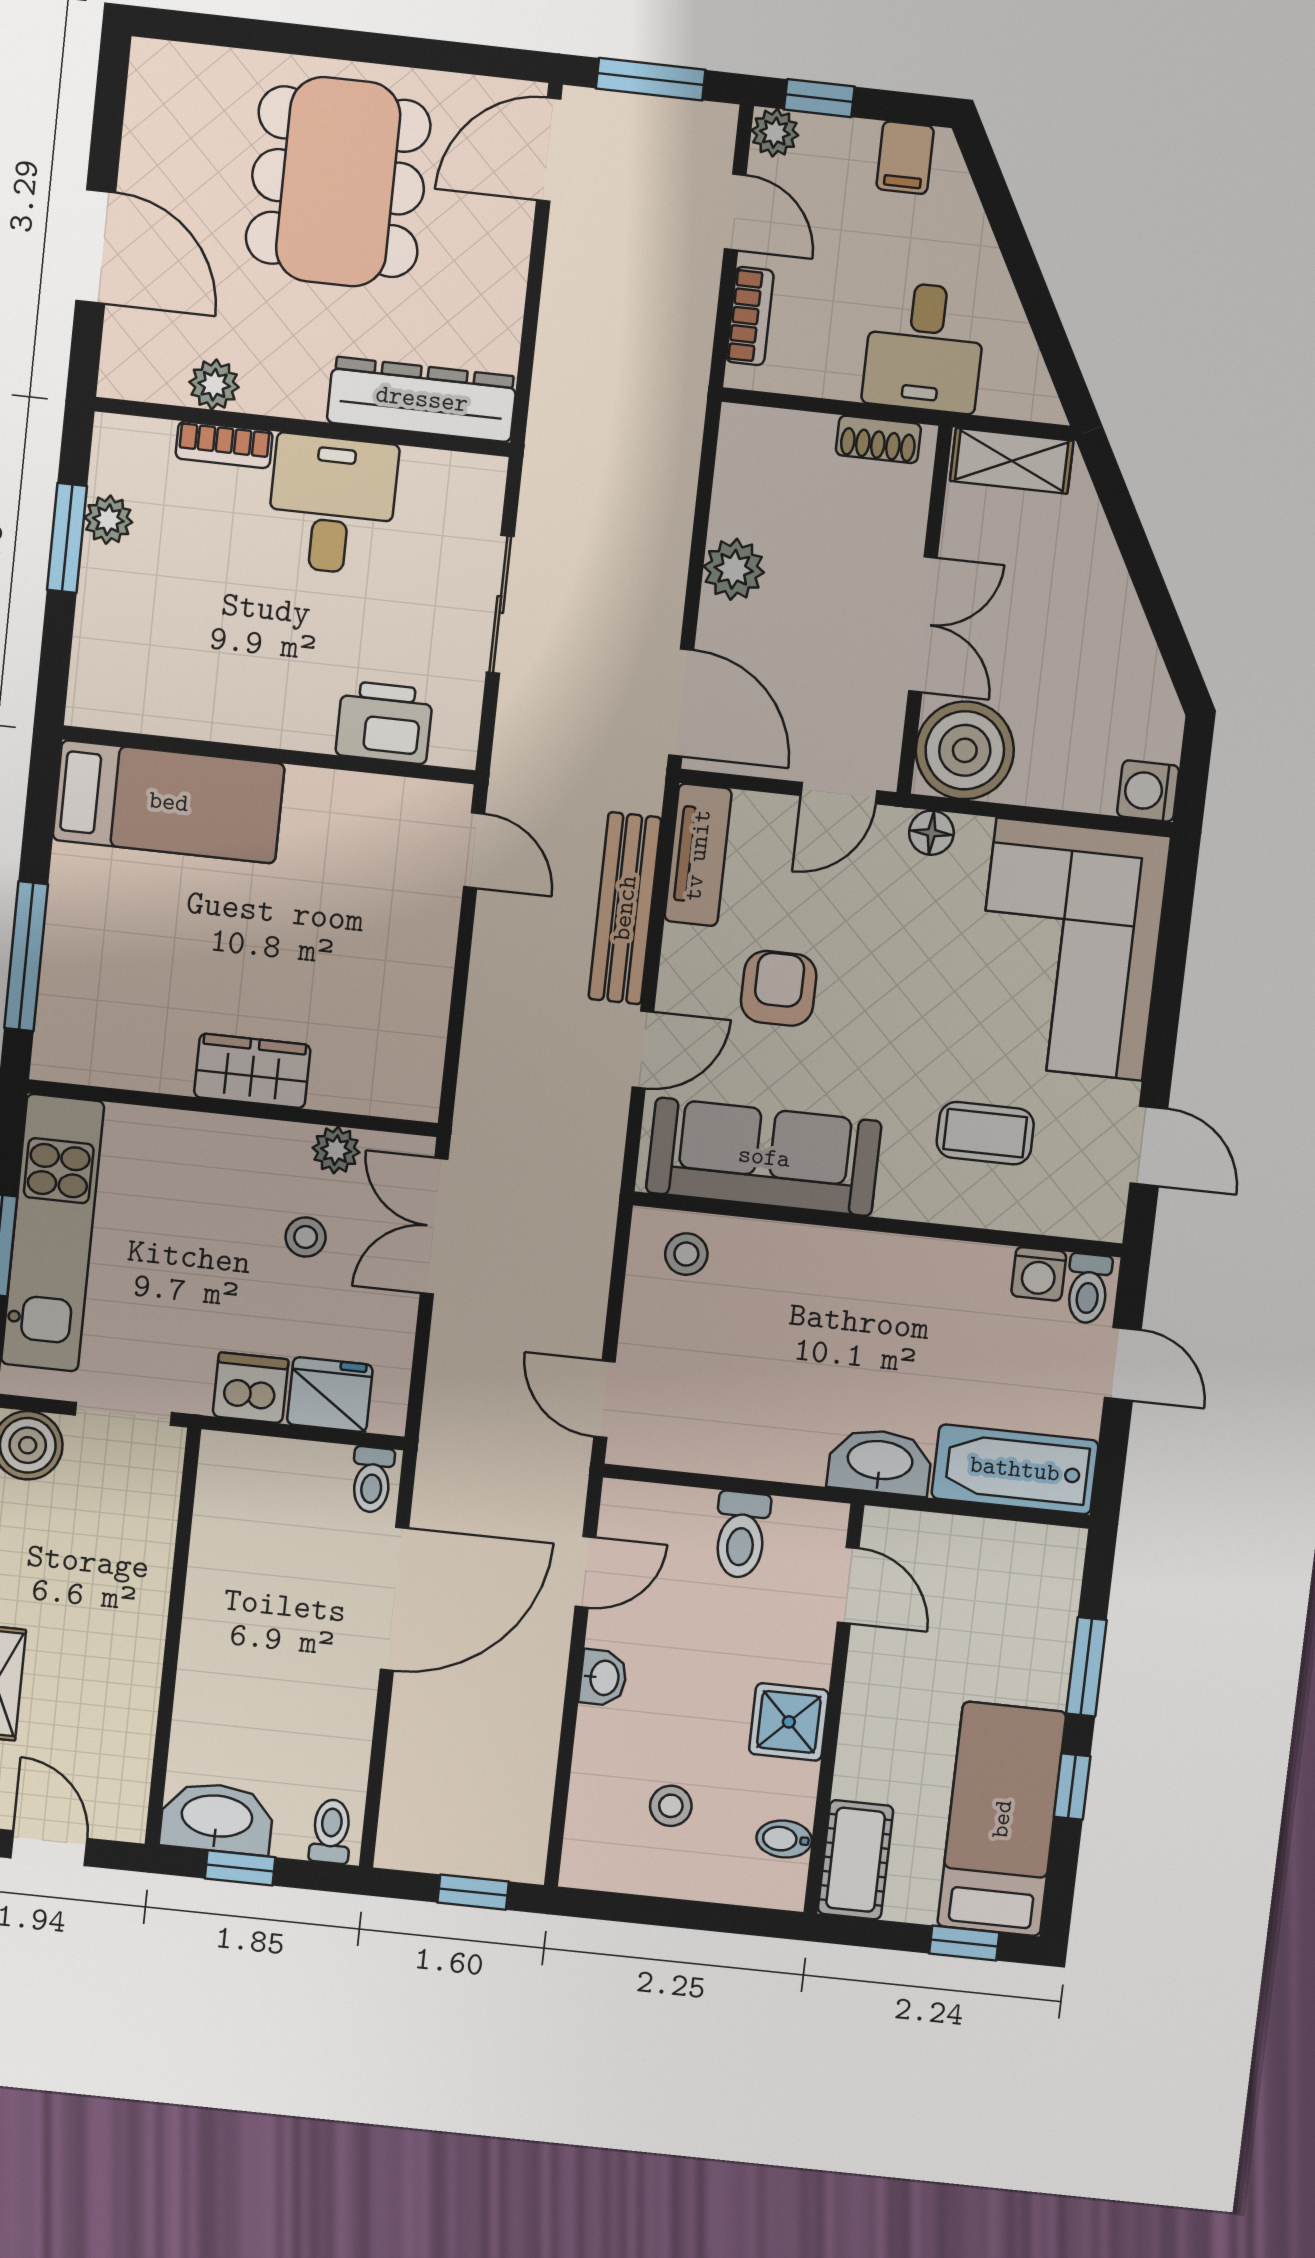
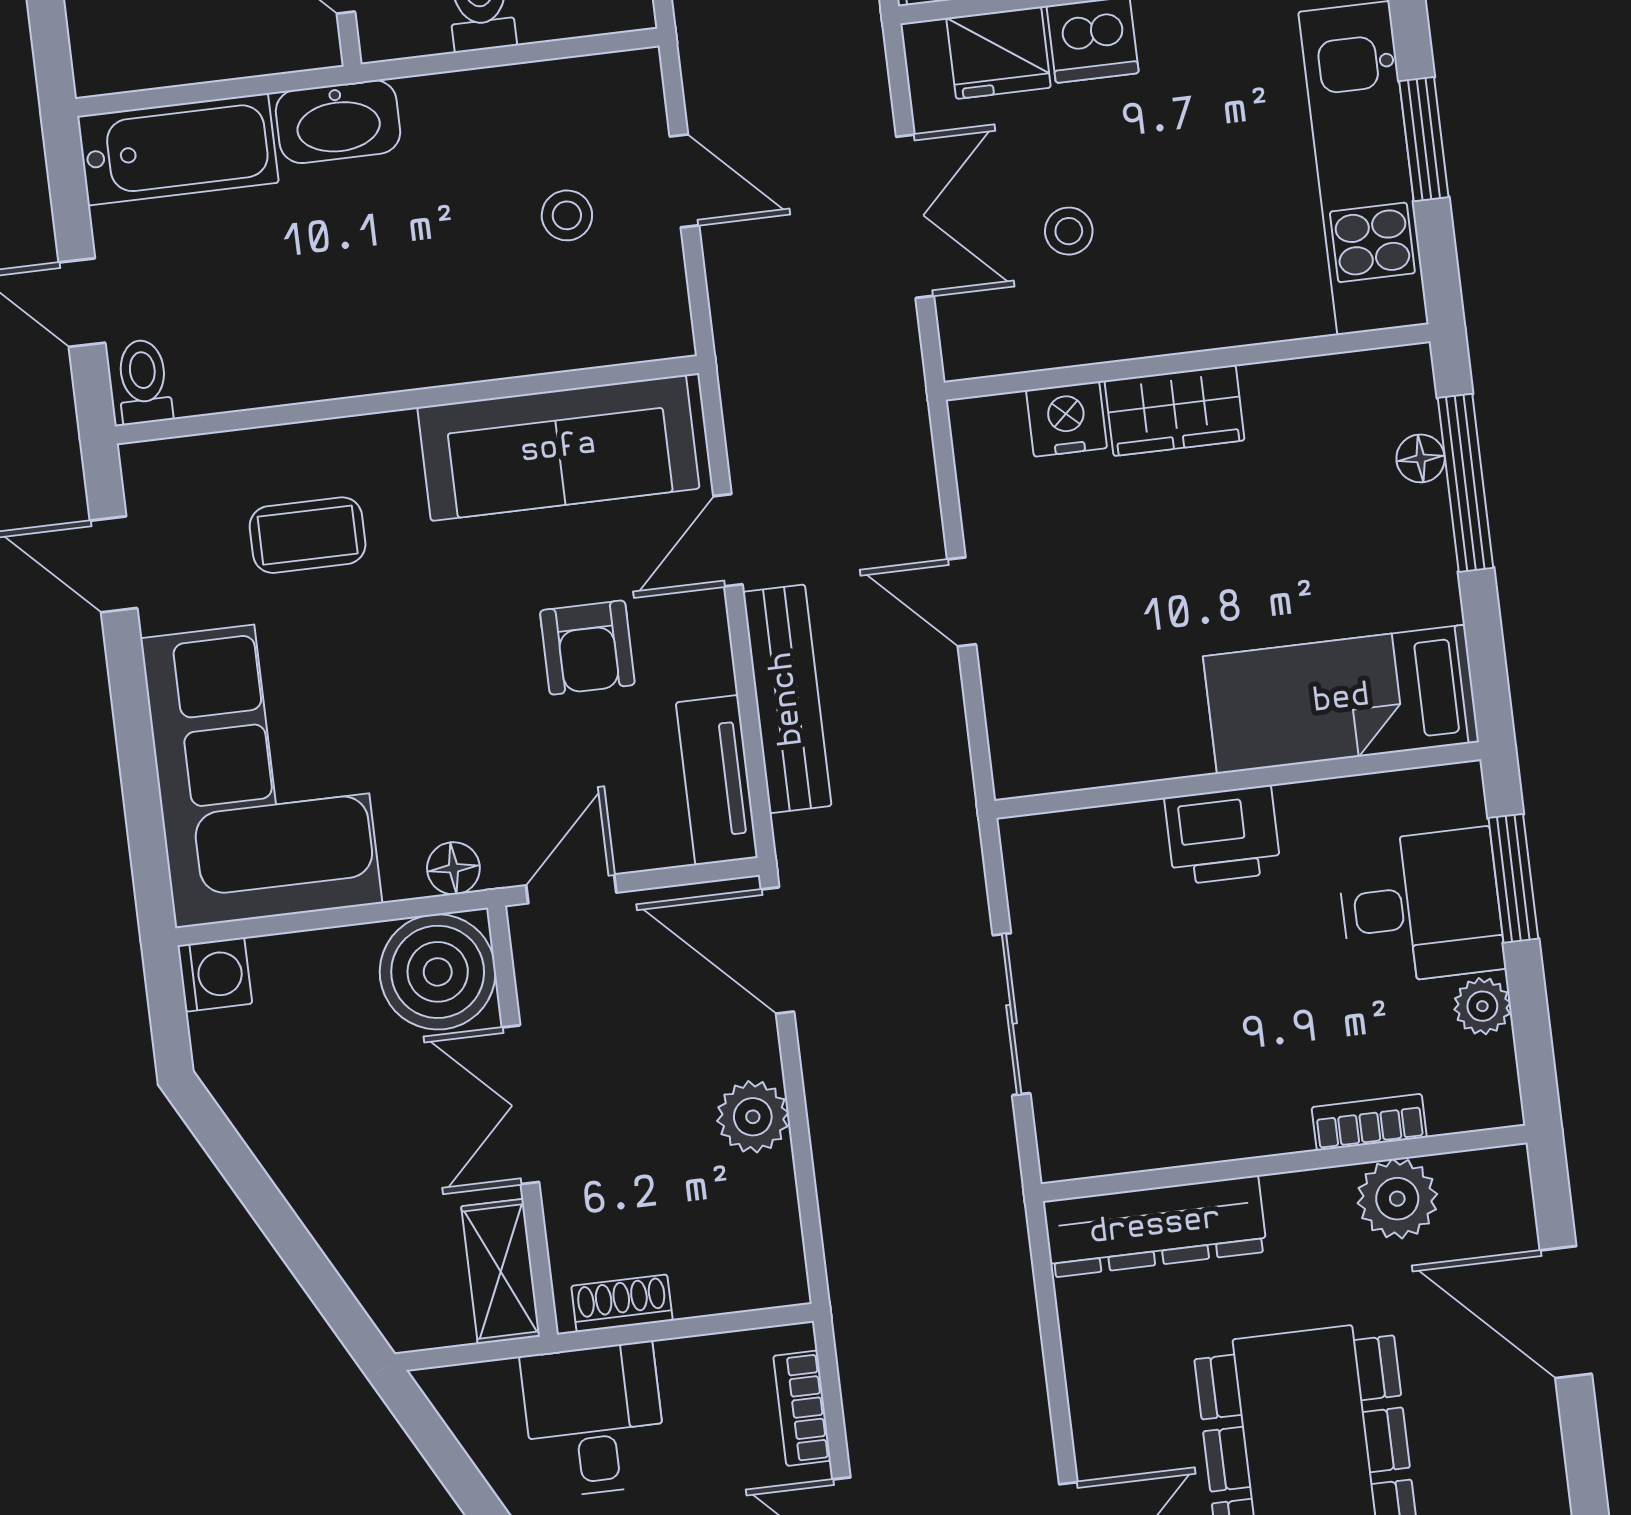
plant: (214, 385) -> (1397, 1199), width x1.38, depth x1.38
shelving: (1012, 461) -> (501, 1271), moved, turned 90
desk: (332, 505) -> (1421, 907), moved, turned -90
window: (67, 538) -> (1513, 878), moved
printer: (384, 722) -> (1223, 835), moved
door: (474, 850) -> (962, 602), moved
floor lamp: (59, 985) -> (1421, 458), added
nightstand: (342, 1084) -> (1067, 419), added
plant: (336, 1150) -> (1057, 341), removed
double door: (434, 1226) -> (915, 216), moved
stool: (686, 1254) -> (567, 215), moved
washing machine: (1039, 1274) -> (206, 385), removed
door: (604, 1399) -> (684, 181), moved

